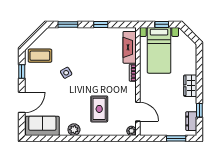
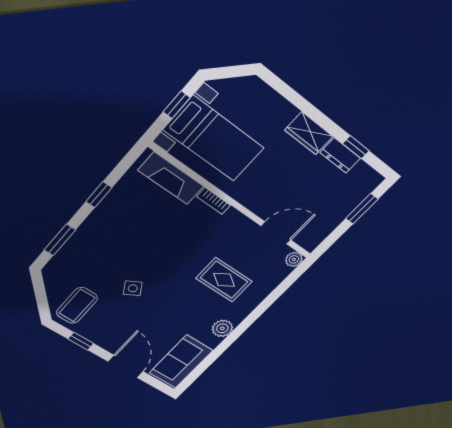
dresser: (191, 121) -> (340, 155), moved

